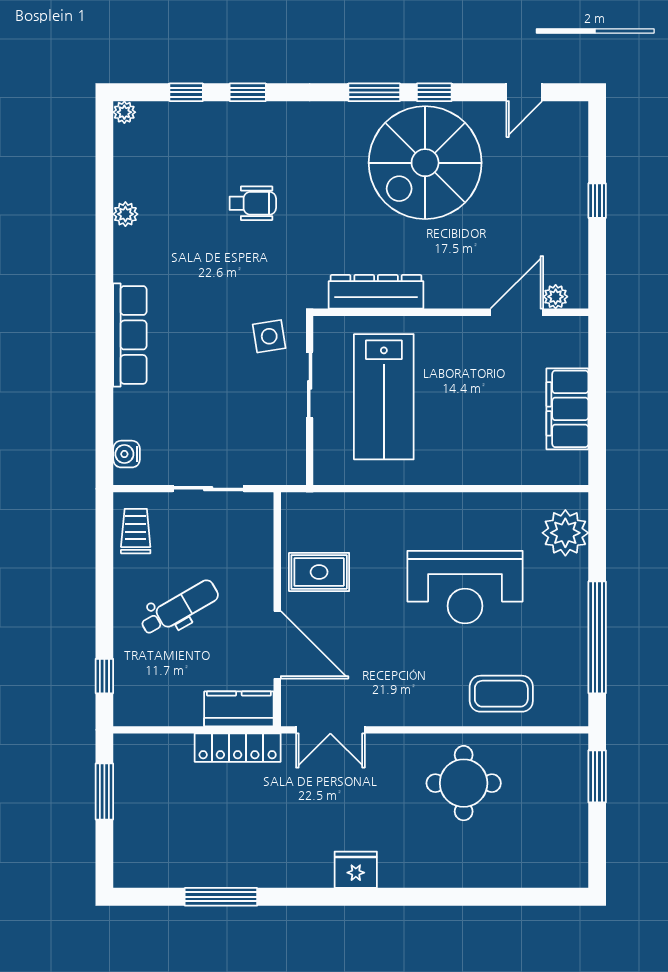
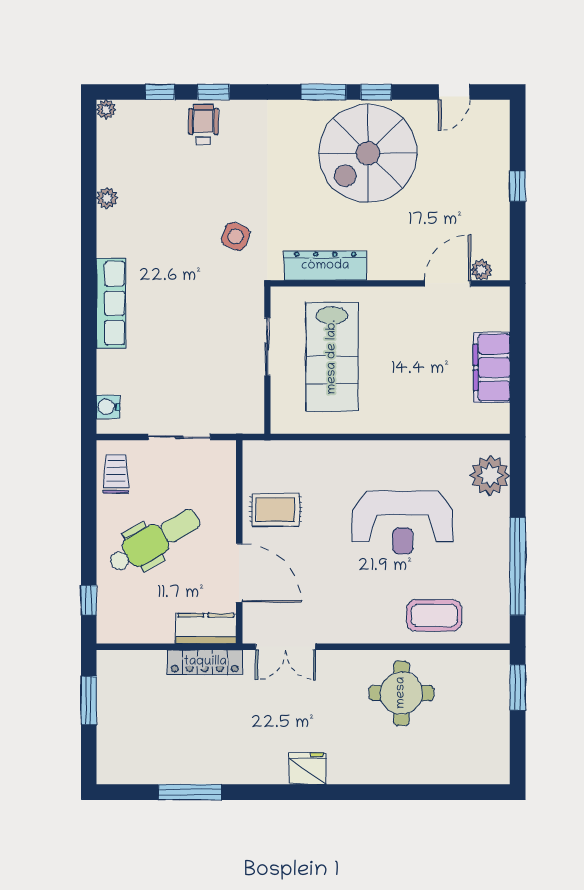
wheelchair: (253, 203) -> (203, 125), moved, turned -90
side table: (269, 336) -> (236, 236), moved, turned 31
dental chair: (180, 608) -> (154, 541), width x1.36, depth x1.38

